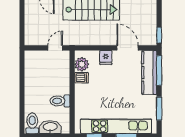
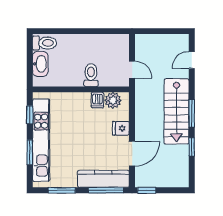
toilet: (60, 101) -> (91, 75), moved

